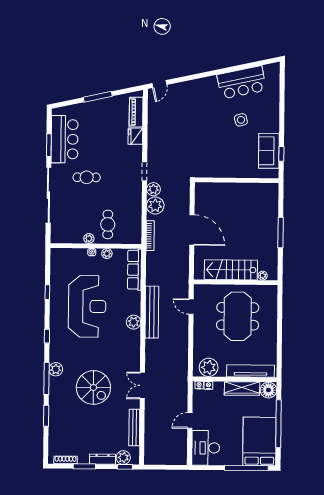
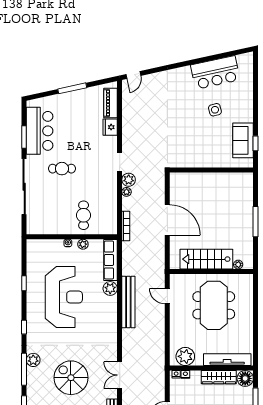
plant: (155, 205) -> (127, 192), width x0.53, depth x0.53
plant: (89, 238) -> (65, 229), removed
plant: (134, 322) -> (110, 288), moved
spiral stairs: (93, 387) -> (71, 378), turned 180

